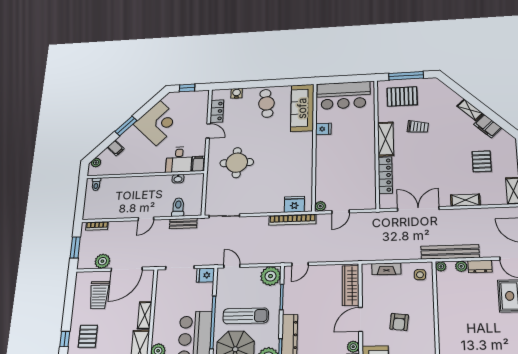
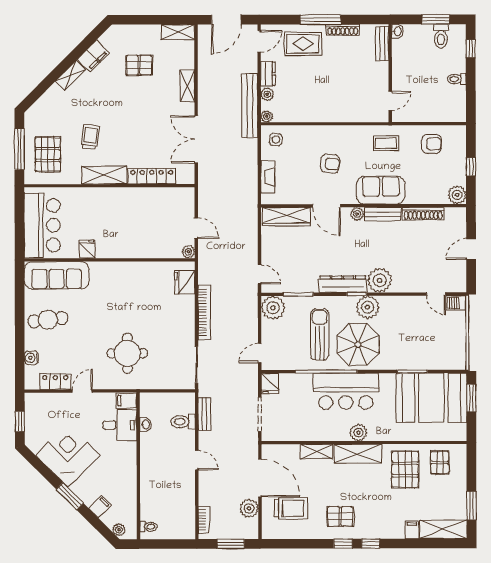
bookcase: (292, 220) -> (204, 312), moved

